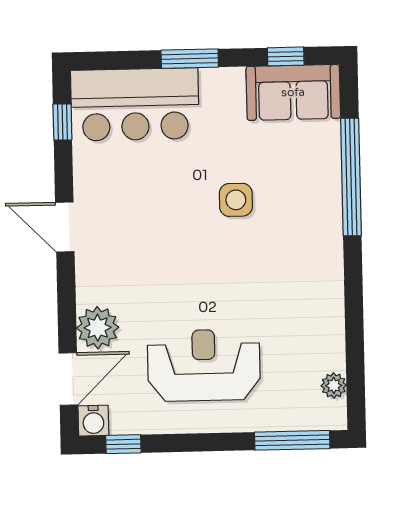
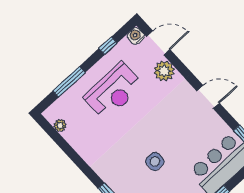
door: (68, 379) -> (158, 43), swing flipped
window: (292, 440) -> (69, 82), moved
window: (123, 444) -> (108, 46), moved

